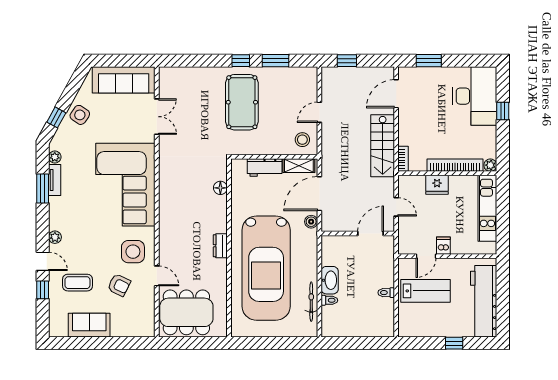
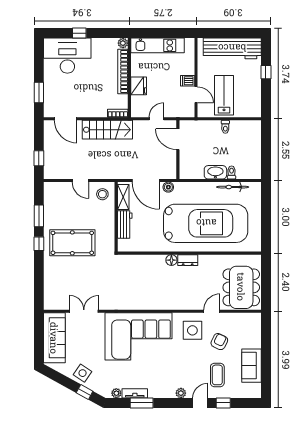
floor lamp: (220, 188) -> (171, 260), moved

